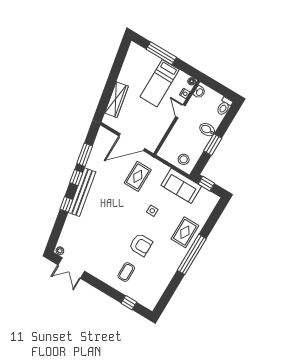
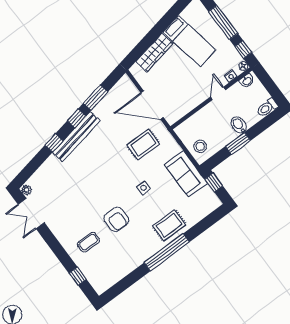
window: (186, 68) -> (243, 50), added
bed: (160, 83) -> (189, 41), moved, turned -101

